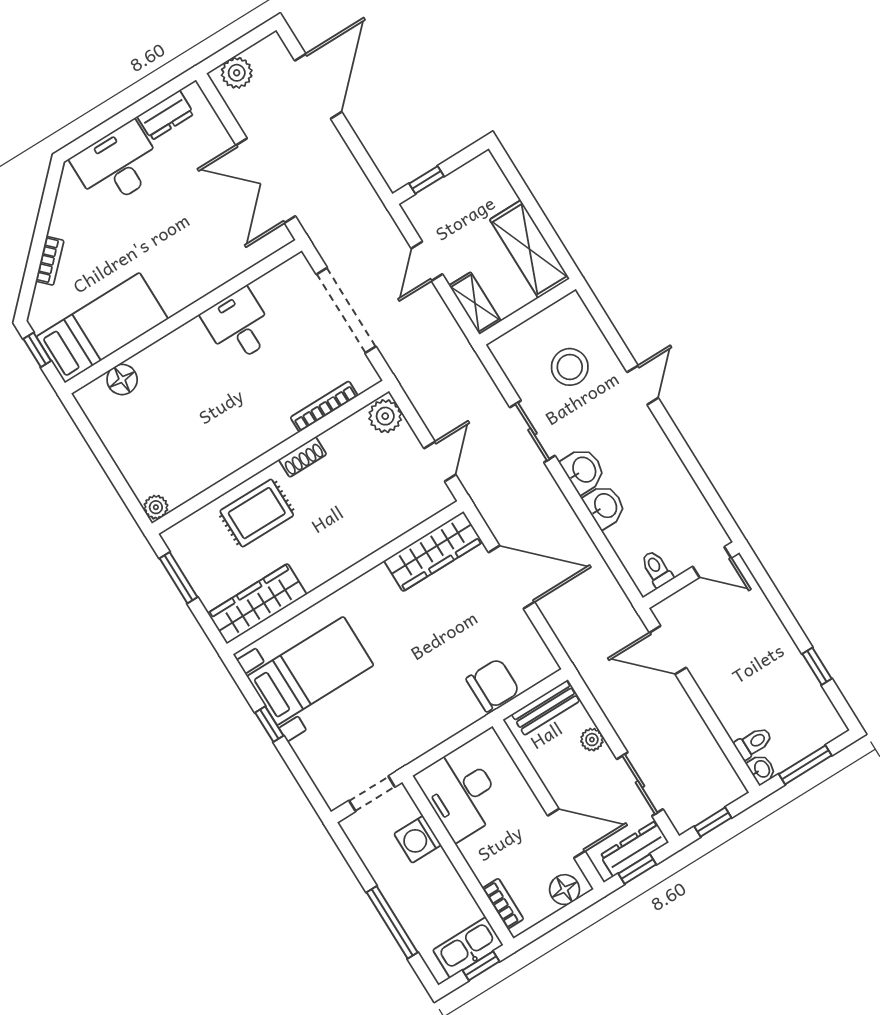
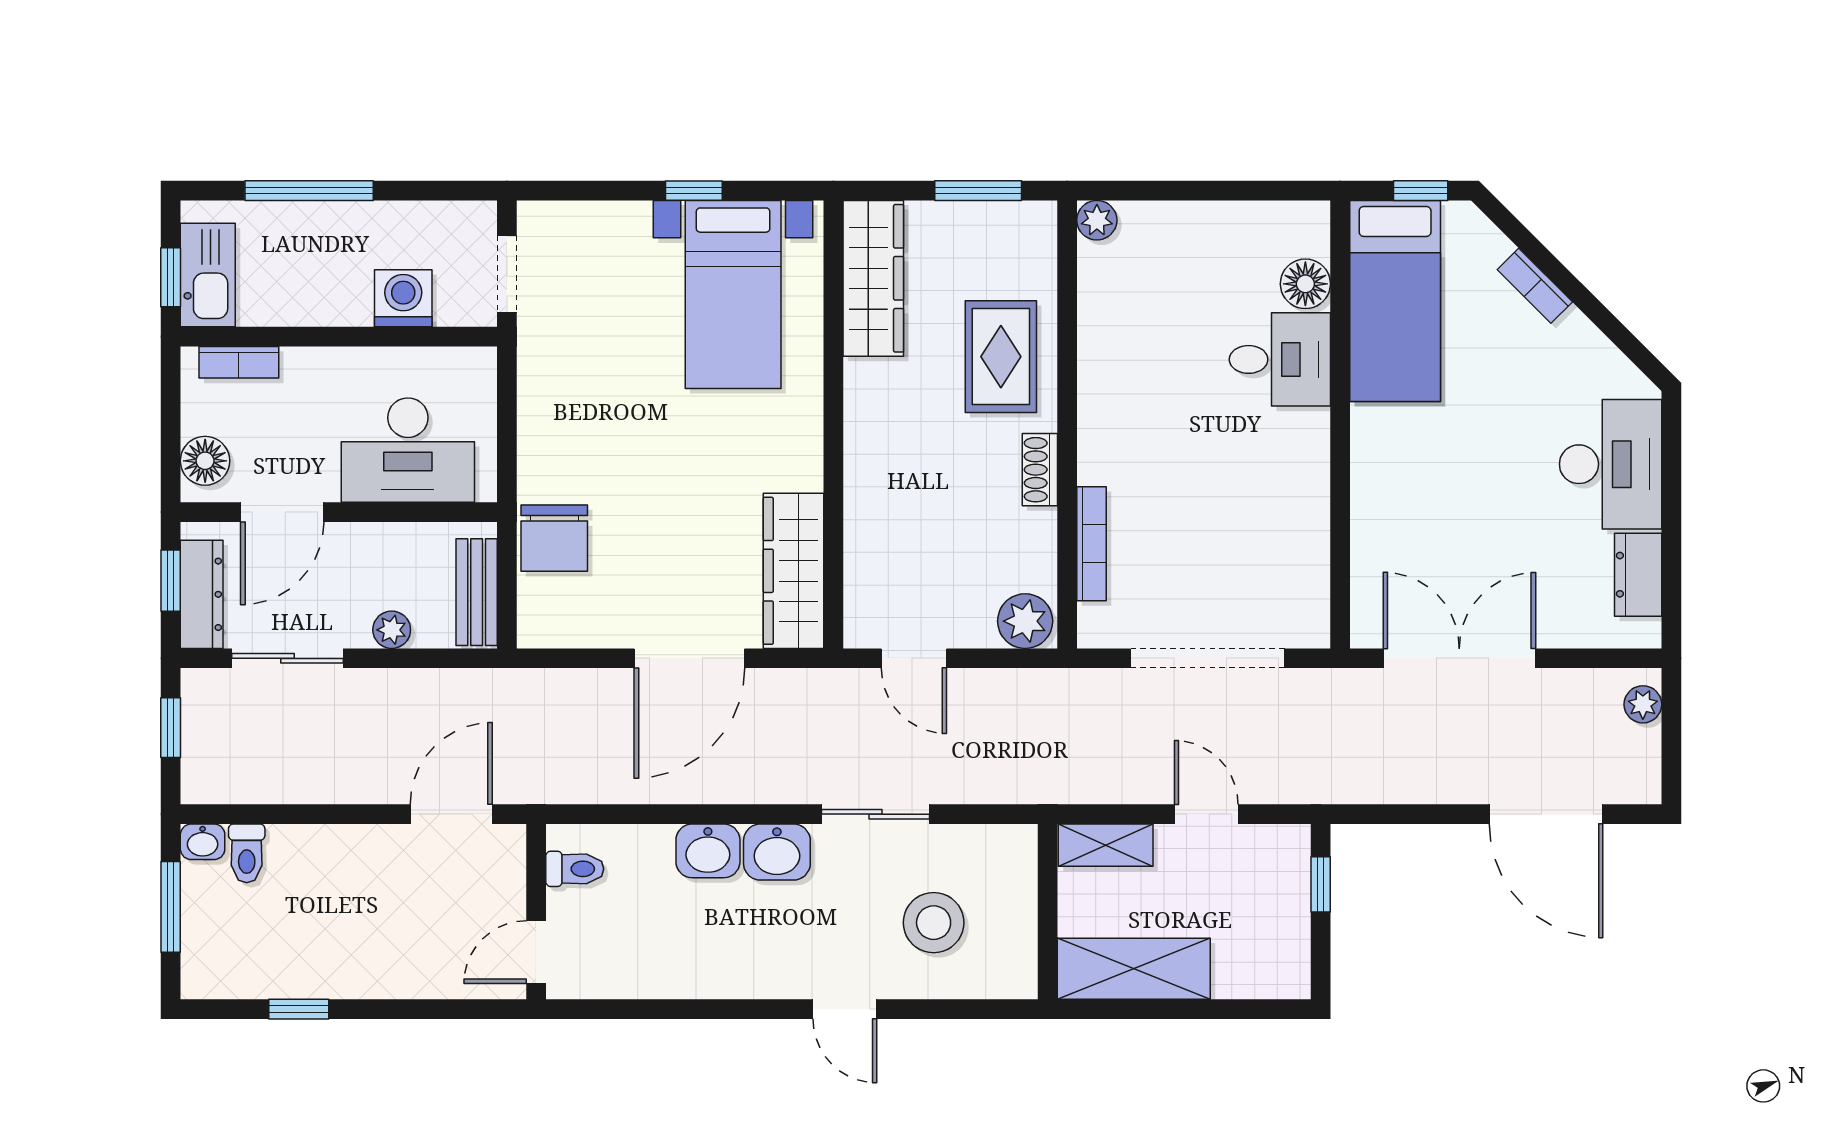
plant: (237, 73) -> (1643, 704), width x0.73, depth x0.73
desk: (239, 325) -> (1280, 359), moved
desk: (461, 793) -> (408, 450), moved, turned 180

